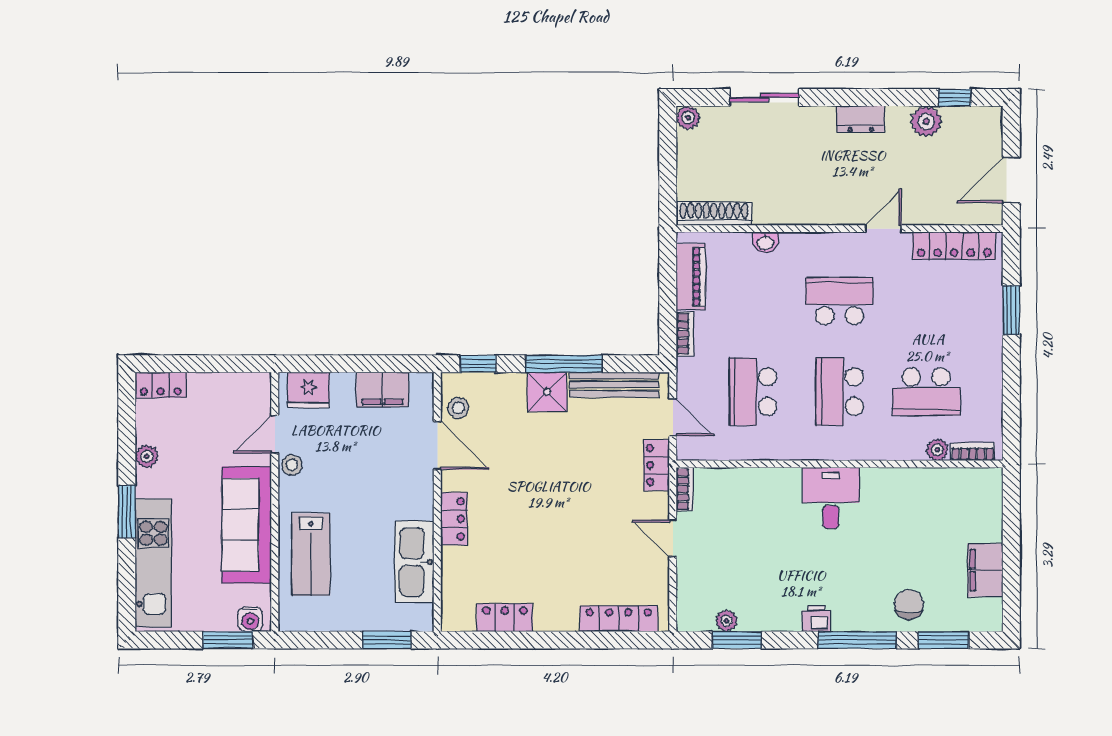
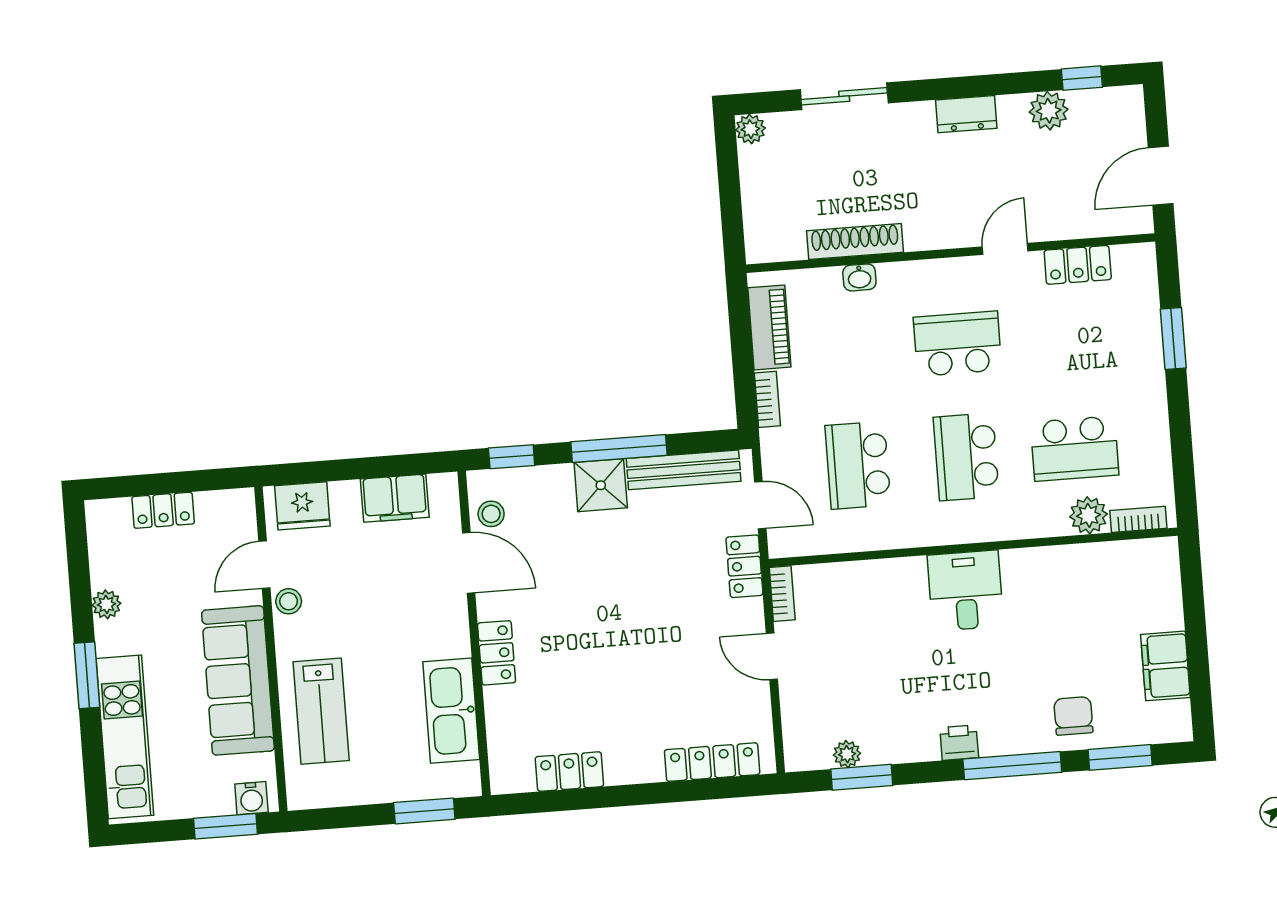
shoe rack: (714, 214) -> (855, 242), moved
locker: (954, 246) -> (1078, 265), width x0.66
locker: (161, 385) -> (163, 510), moved
plant: (937, 450) -> (1089, 515), width x1.38, depth x1.38

